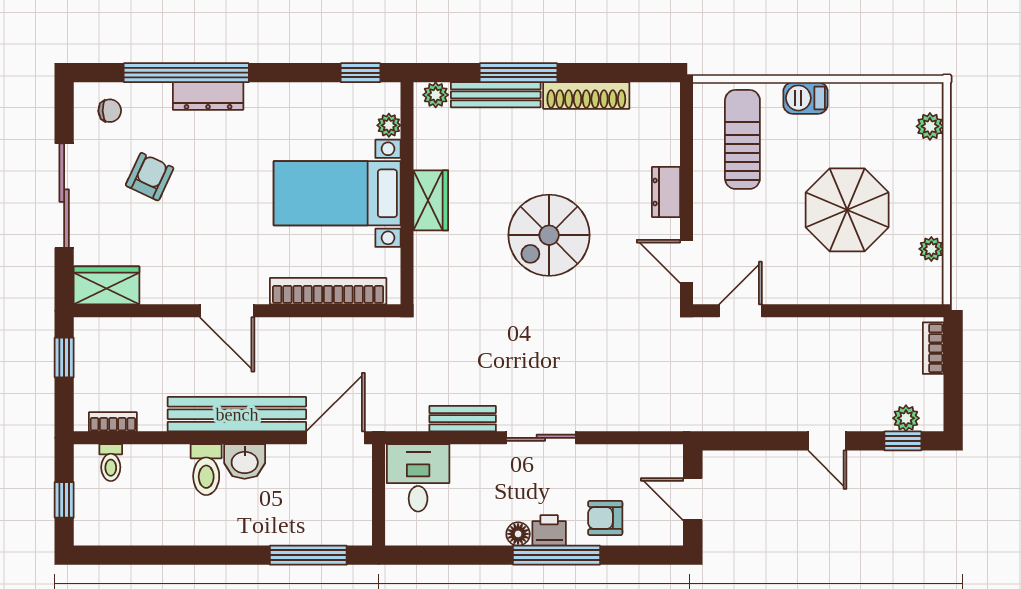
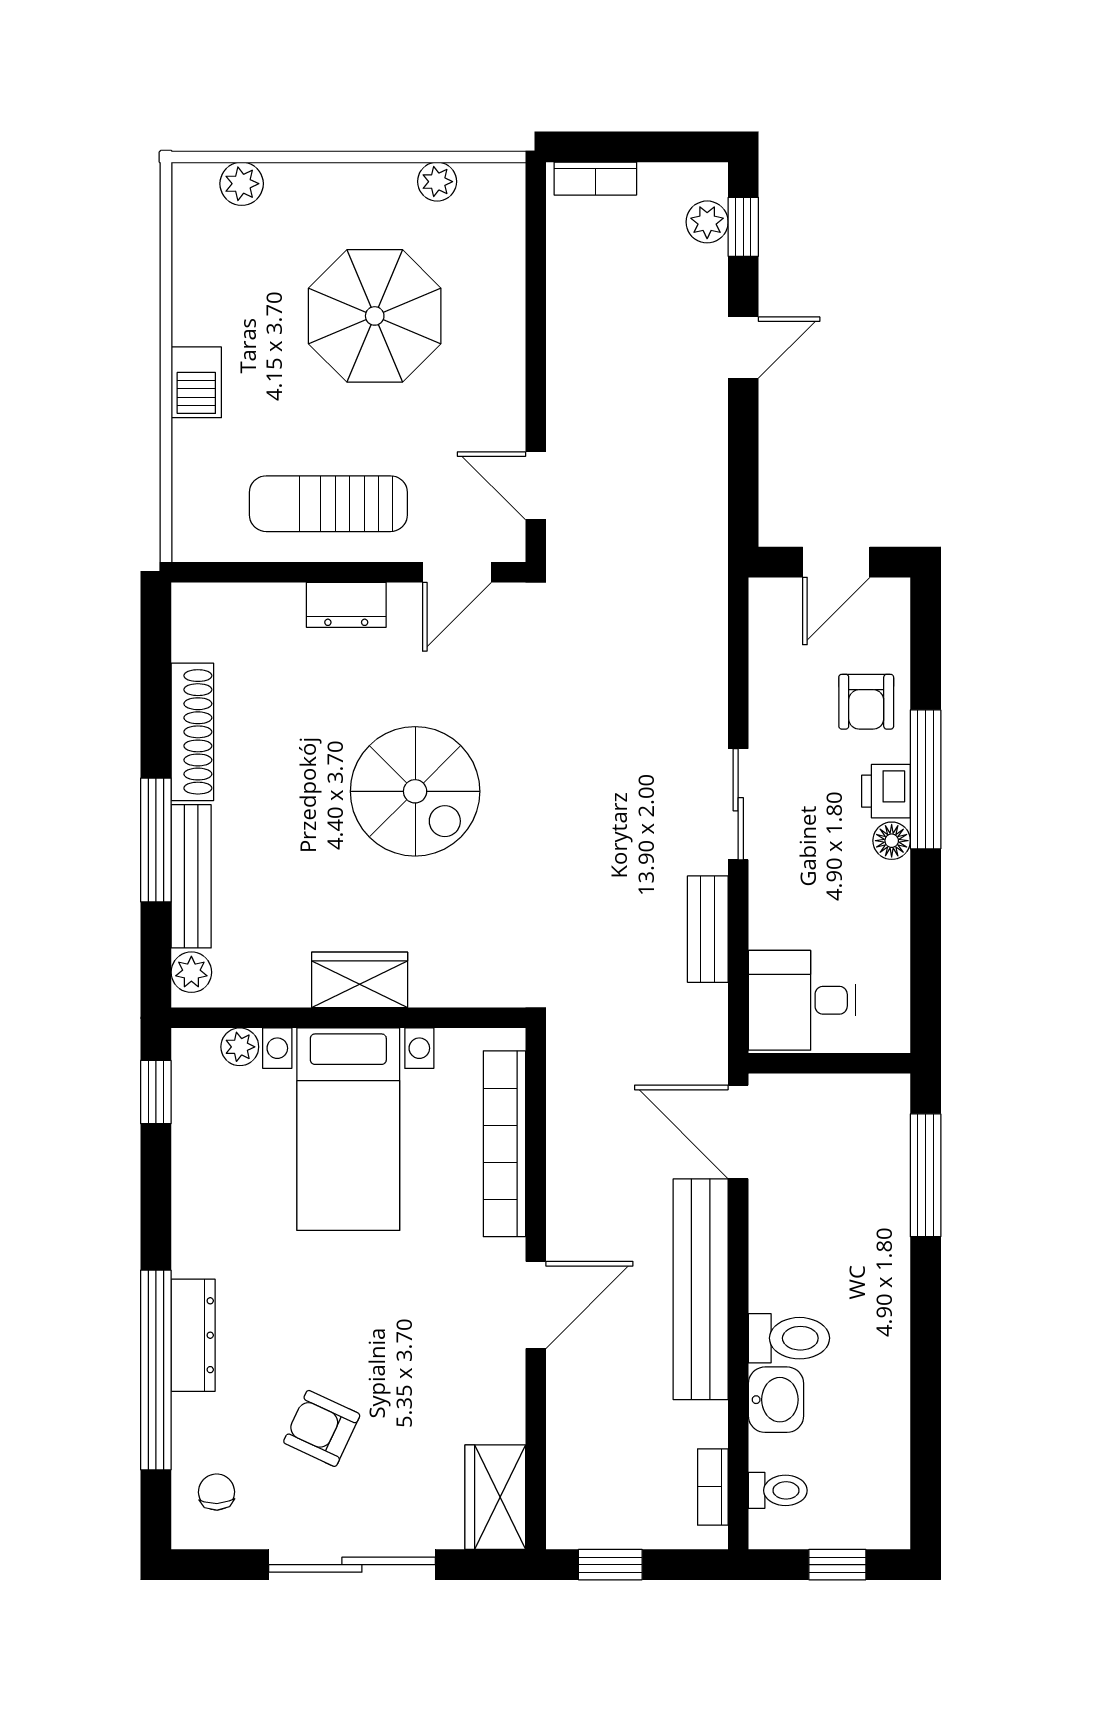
sun lounger: (742, 139) -> (328, 504), moved
washbasin: (245, 461) -> (776, 1400), moved

